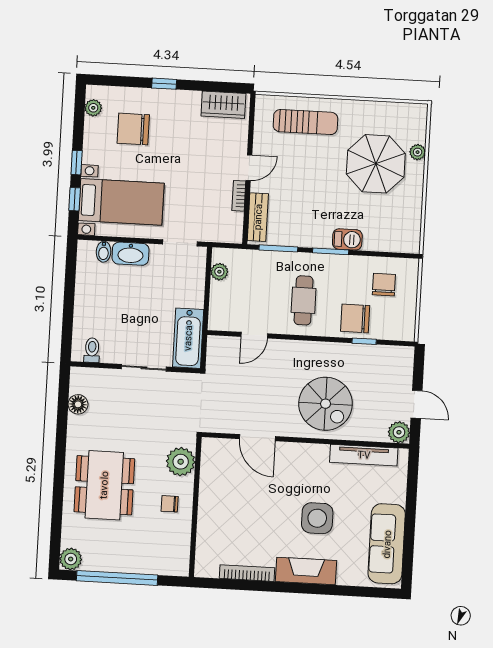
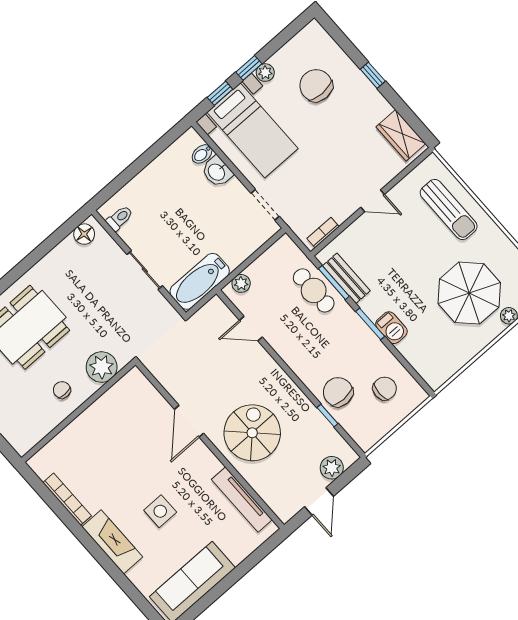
plant: (93, 108) -> (265, 73), moved
bookcase: (239, 196) -> (323, 233), moved
bench: (258, 217) -> (346, 278), moved, turned 90
washbasin: (131, 254) -> (217, 172), width x0.72
plant: (219, 272) -> (241, 283), moved
cafe table: (304, 300) -> (314, 290), moved, turned 90
floor lamp: (78, 404) -> (84, 234), moved
spiral stairs: (326, 404) -> (252, 433), turned 180
plant: (399, 432) -> (332, 468), moved
door: (257, 438) -> (189, 421), moved
side table: (317, 518) -> (160, 511), width x0.73, depth x0.73

